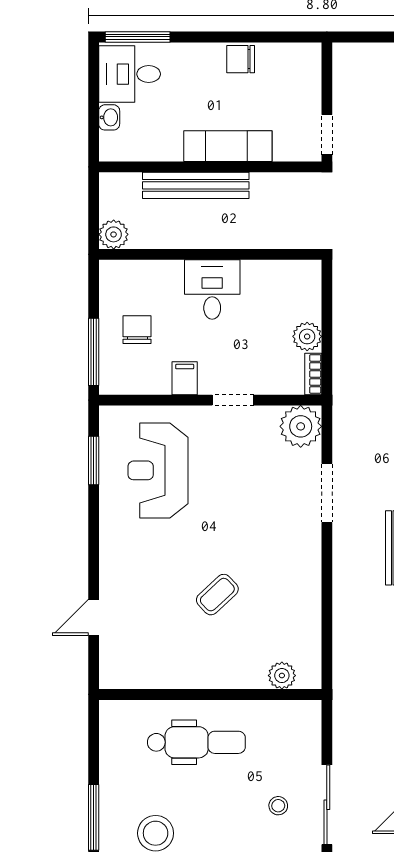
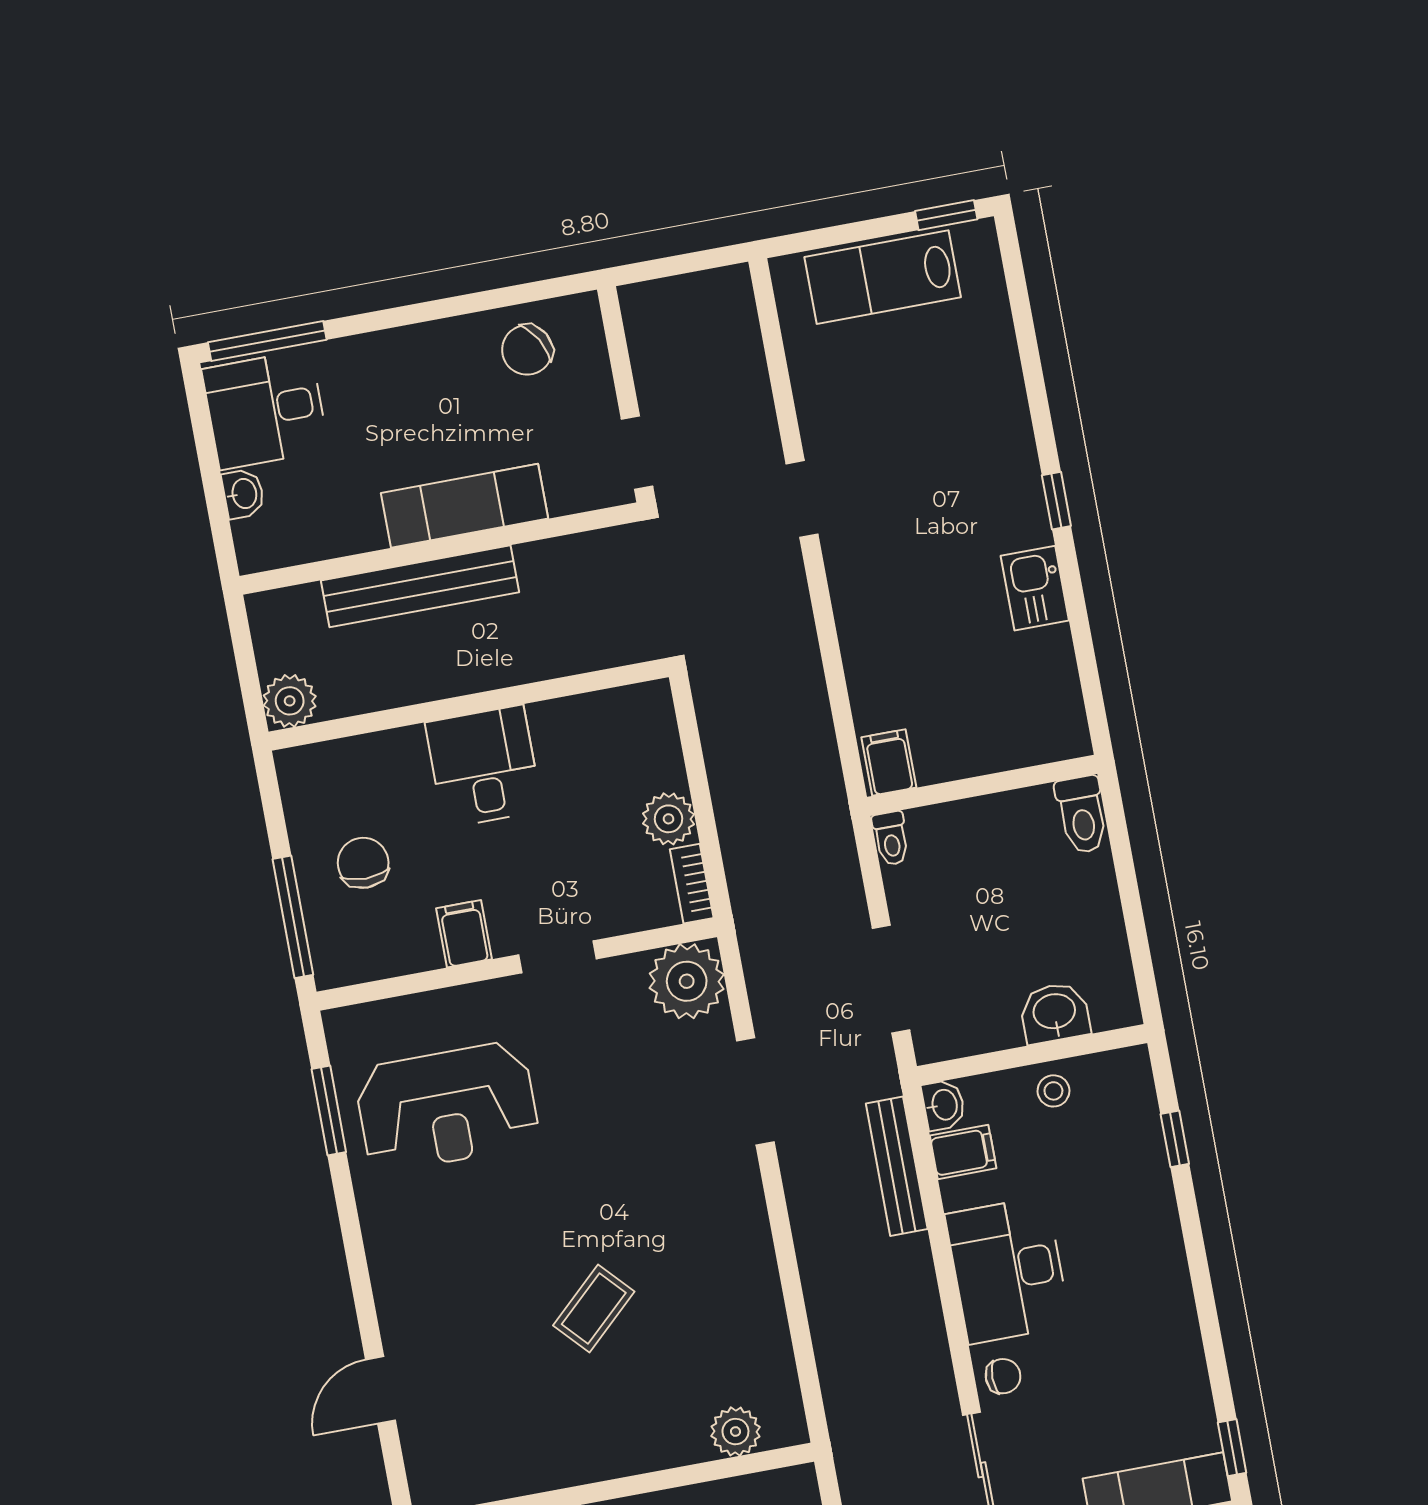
chair: (241, 59) -> (527, 350), moved, turned -30
reception desk: (158, 470) -> (447, 1107), turned -90

